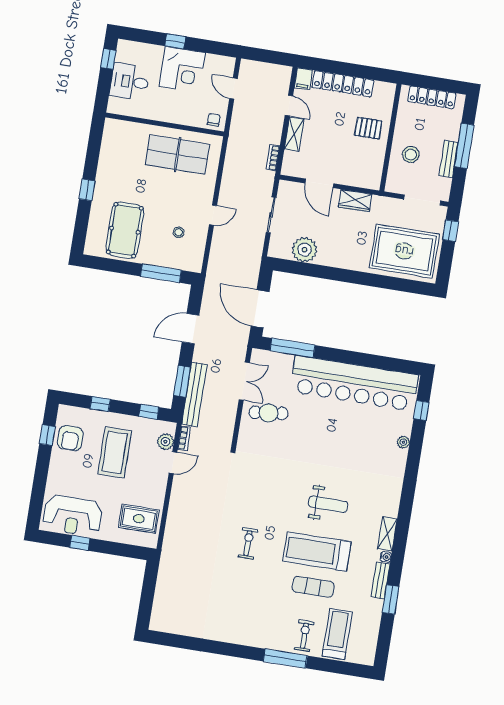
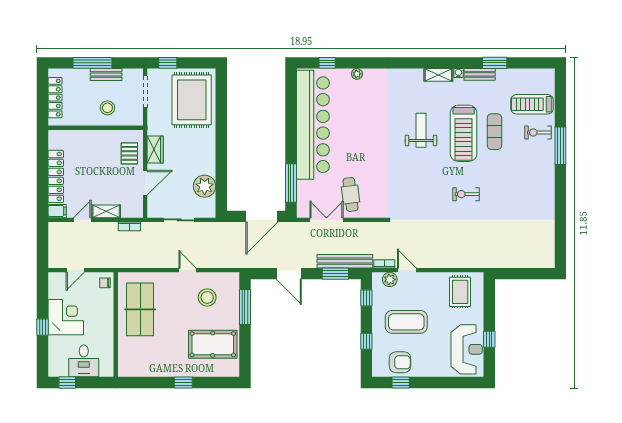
pallet: (368, 128) -> (129, 153), moved
stool: (179, 232) -> (207, 297), width x1.89, depth x1.89

